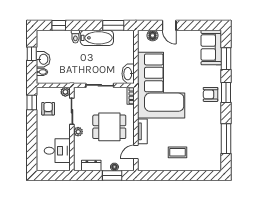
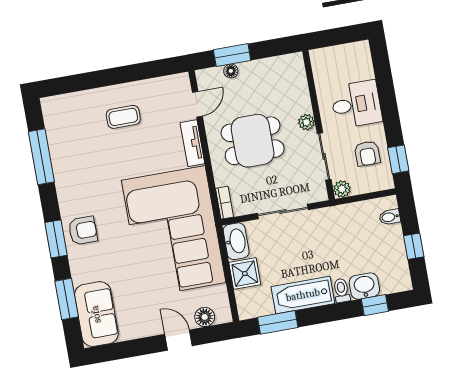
shower: (126, 55) -> (245, 274), added
washbasin: (43, 59) -> (364, 286), moved, turned 90
desk: (57, 151) -> (356, 104), moved, turned 180
dresser: (91, 165) -> (272, 66), removed

